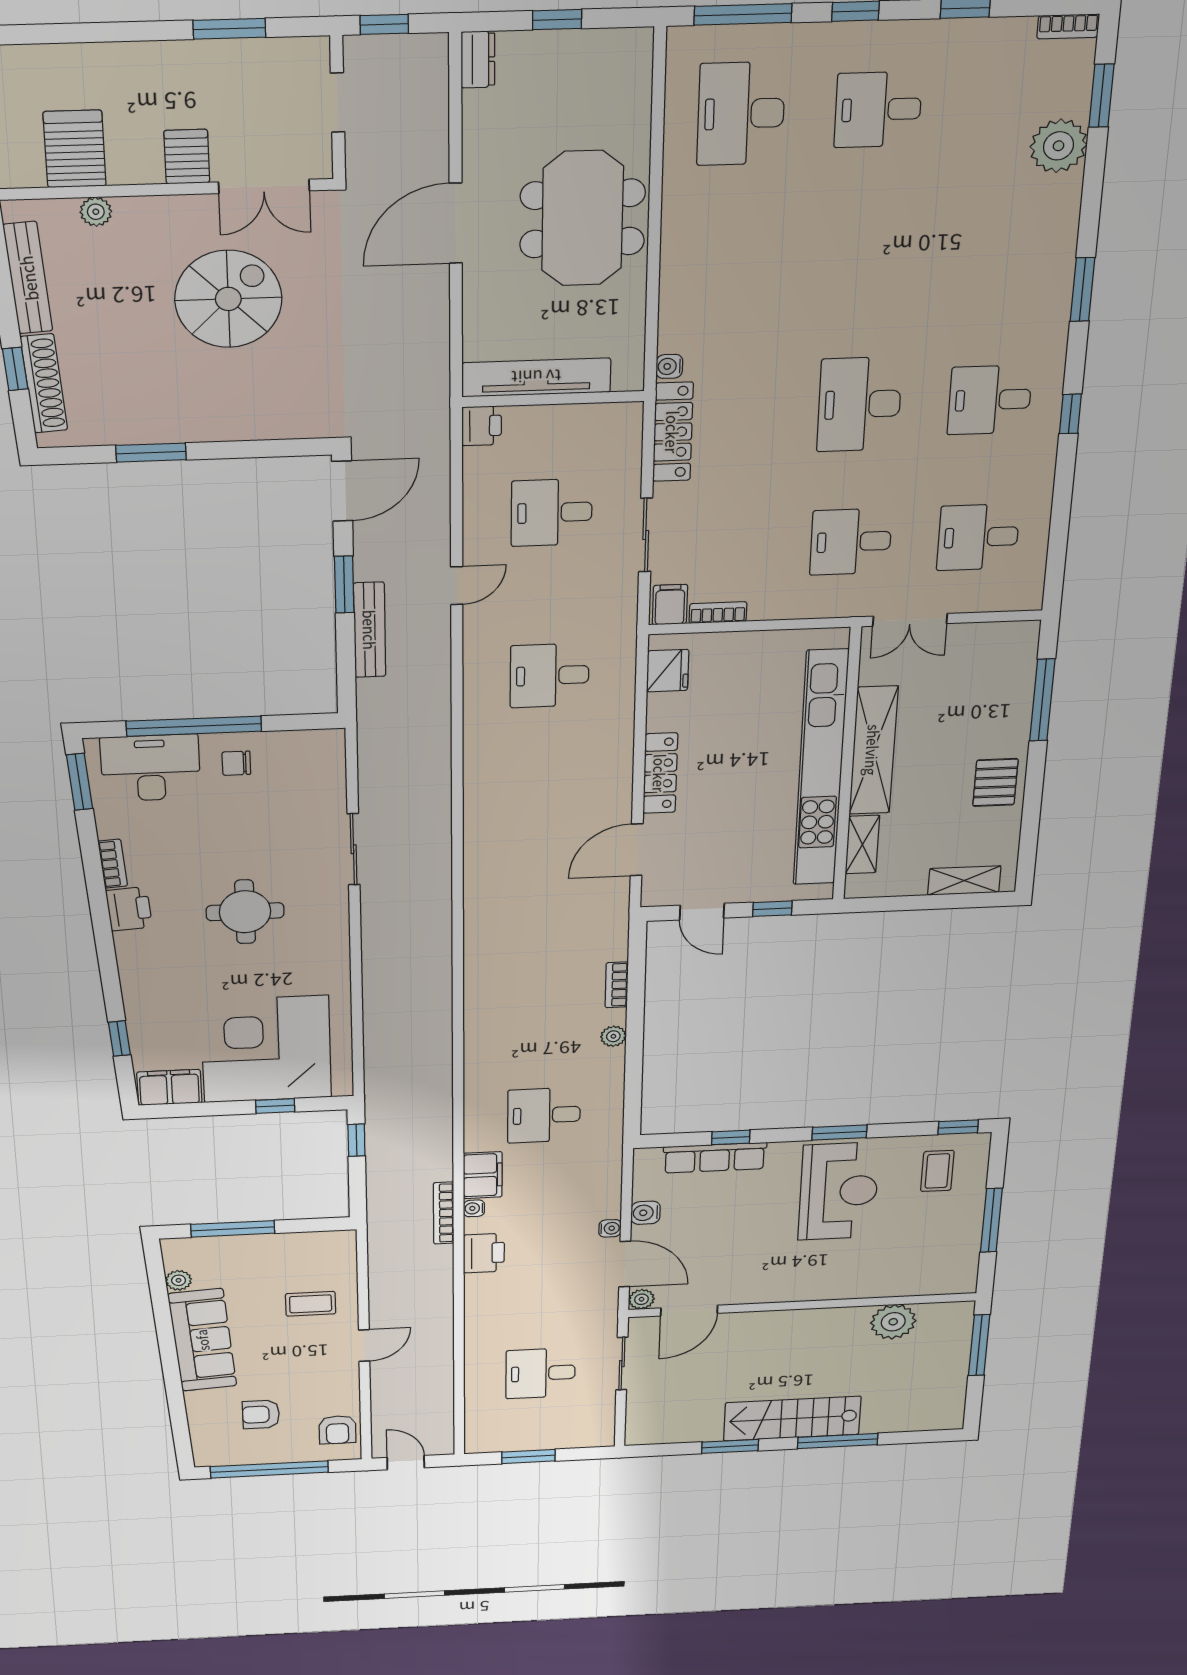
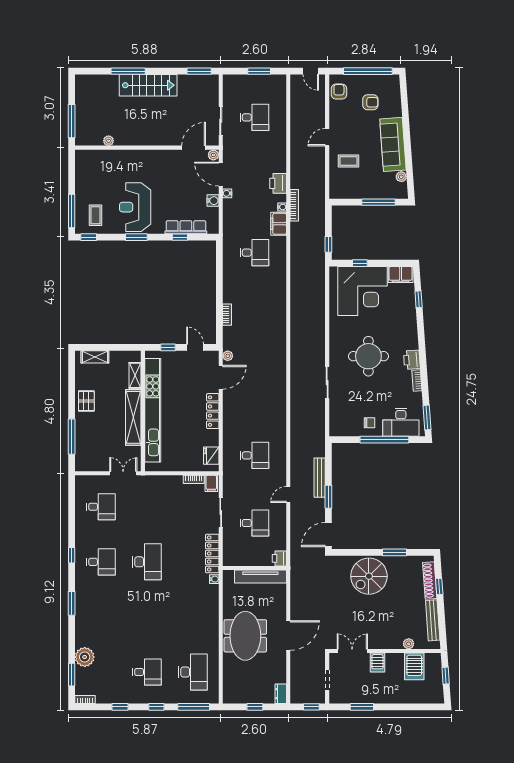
spiral stairs: (228, 299) -> (369, 576), moved
desk: (851, 542) -> (147, 507), removed
round table: (245, 912) -> (368, 356), width x1.36, depth x1.36
plant: (613, 1036) -> (228, 356), moved
window: (991, 1220) -> (72, 211), moved
plant: (893, 1322) -> (109, 141), width x0.53, depth x0.53
window: (730, 1446) -> (199, 71), moved

